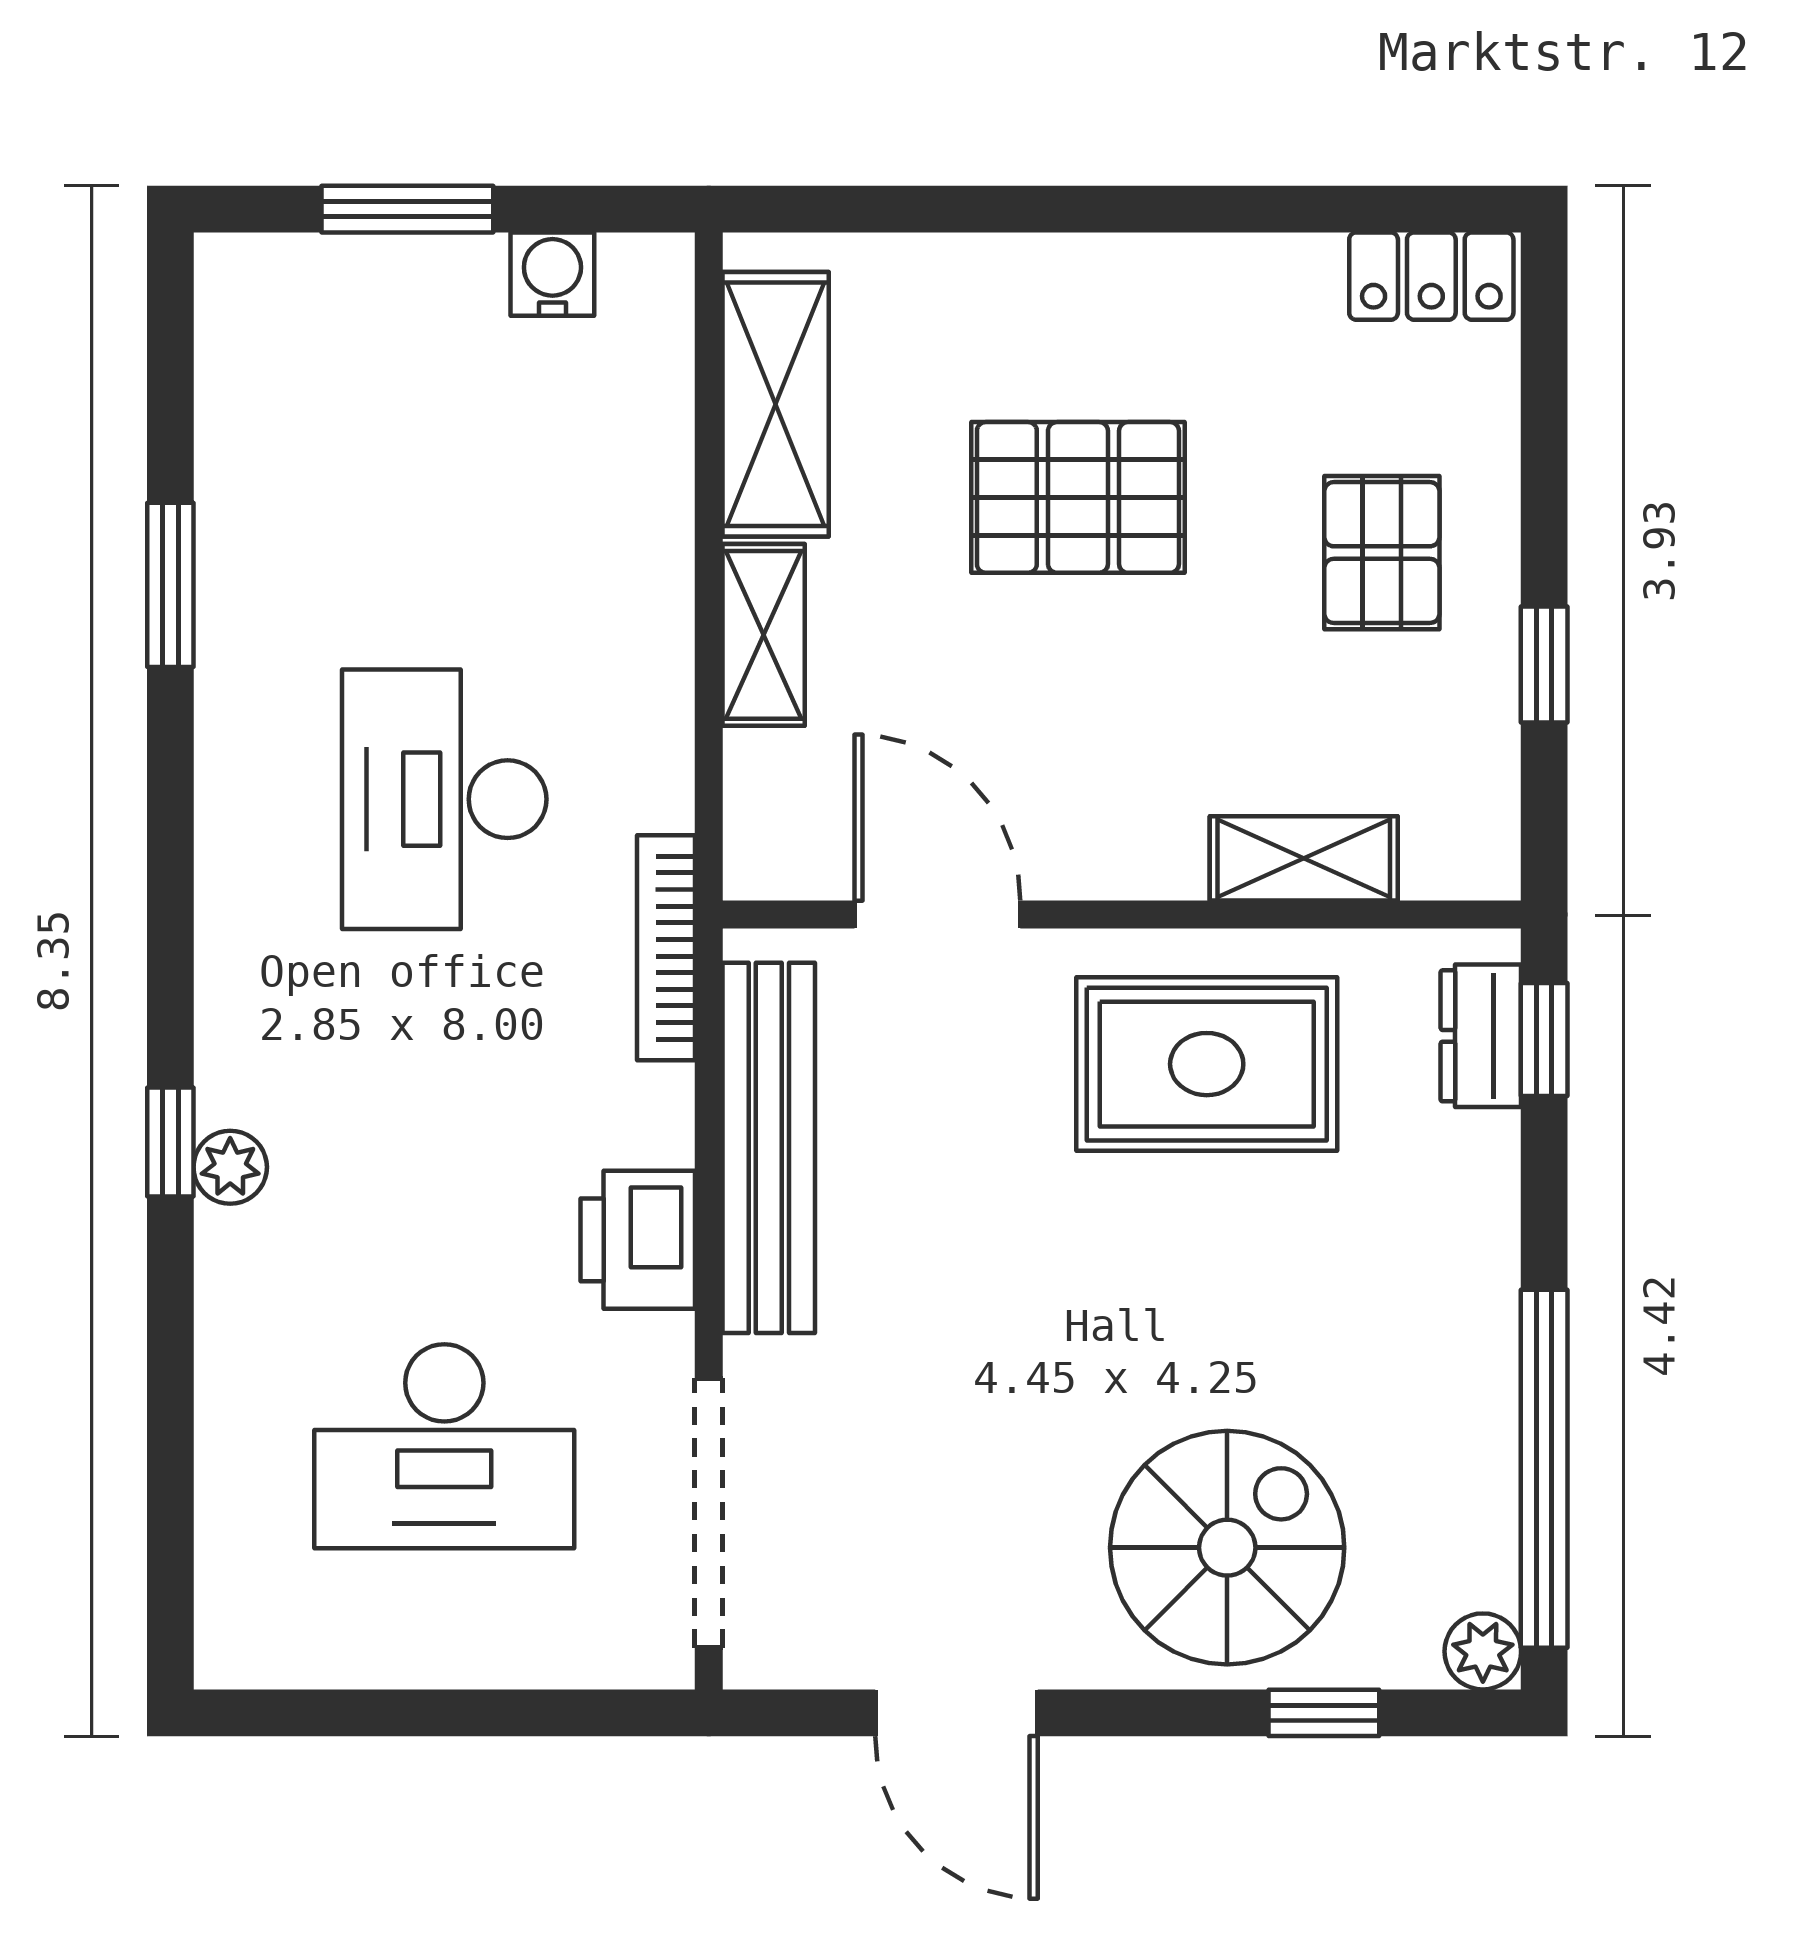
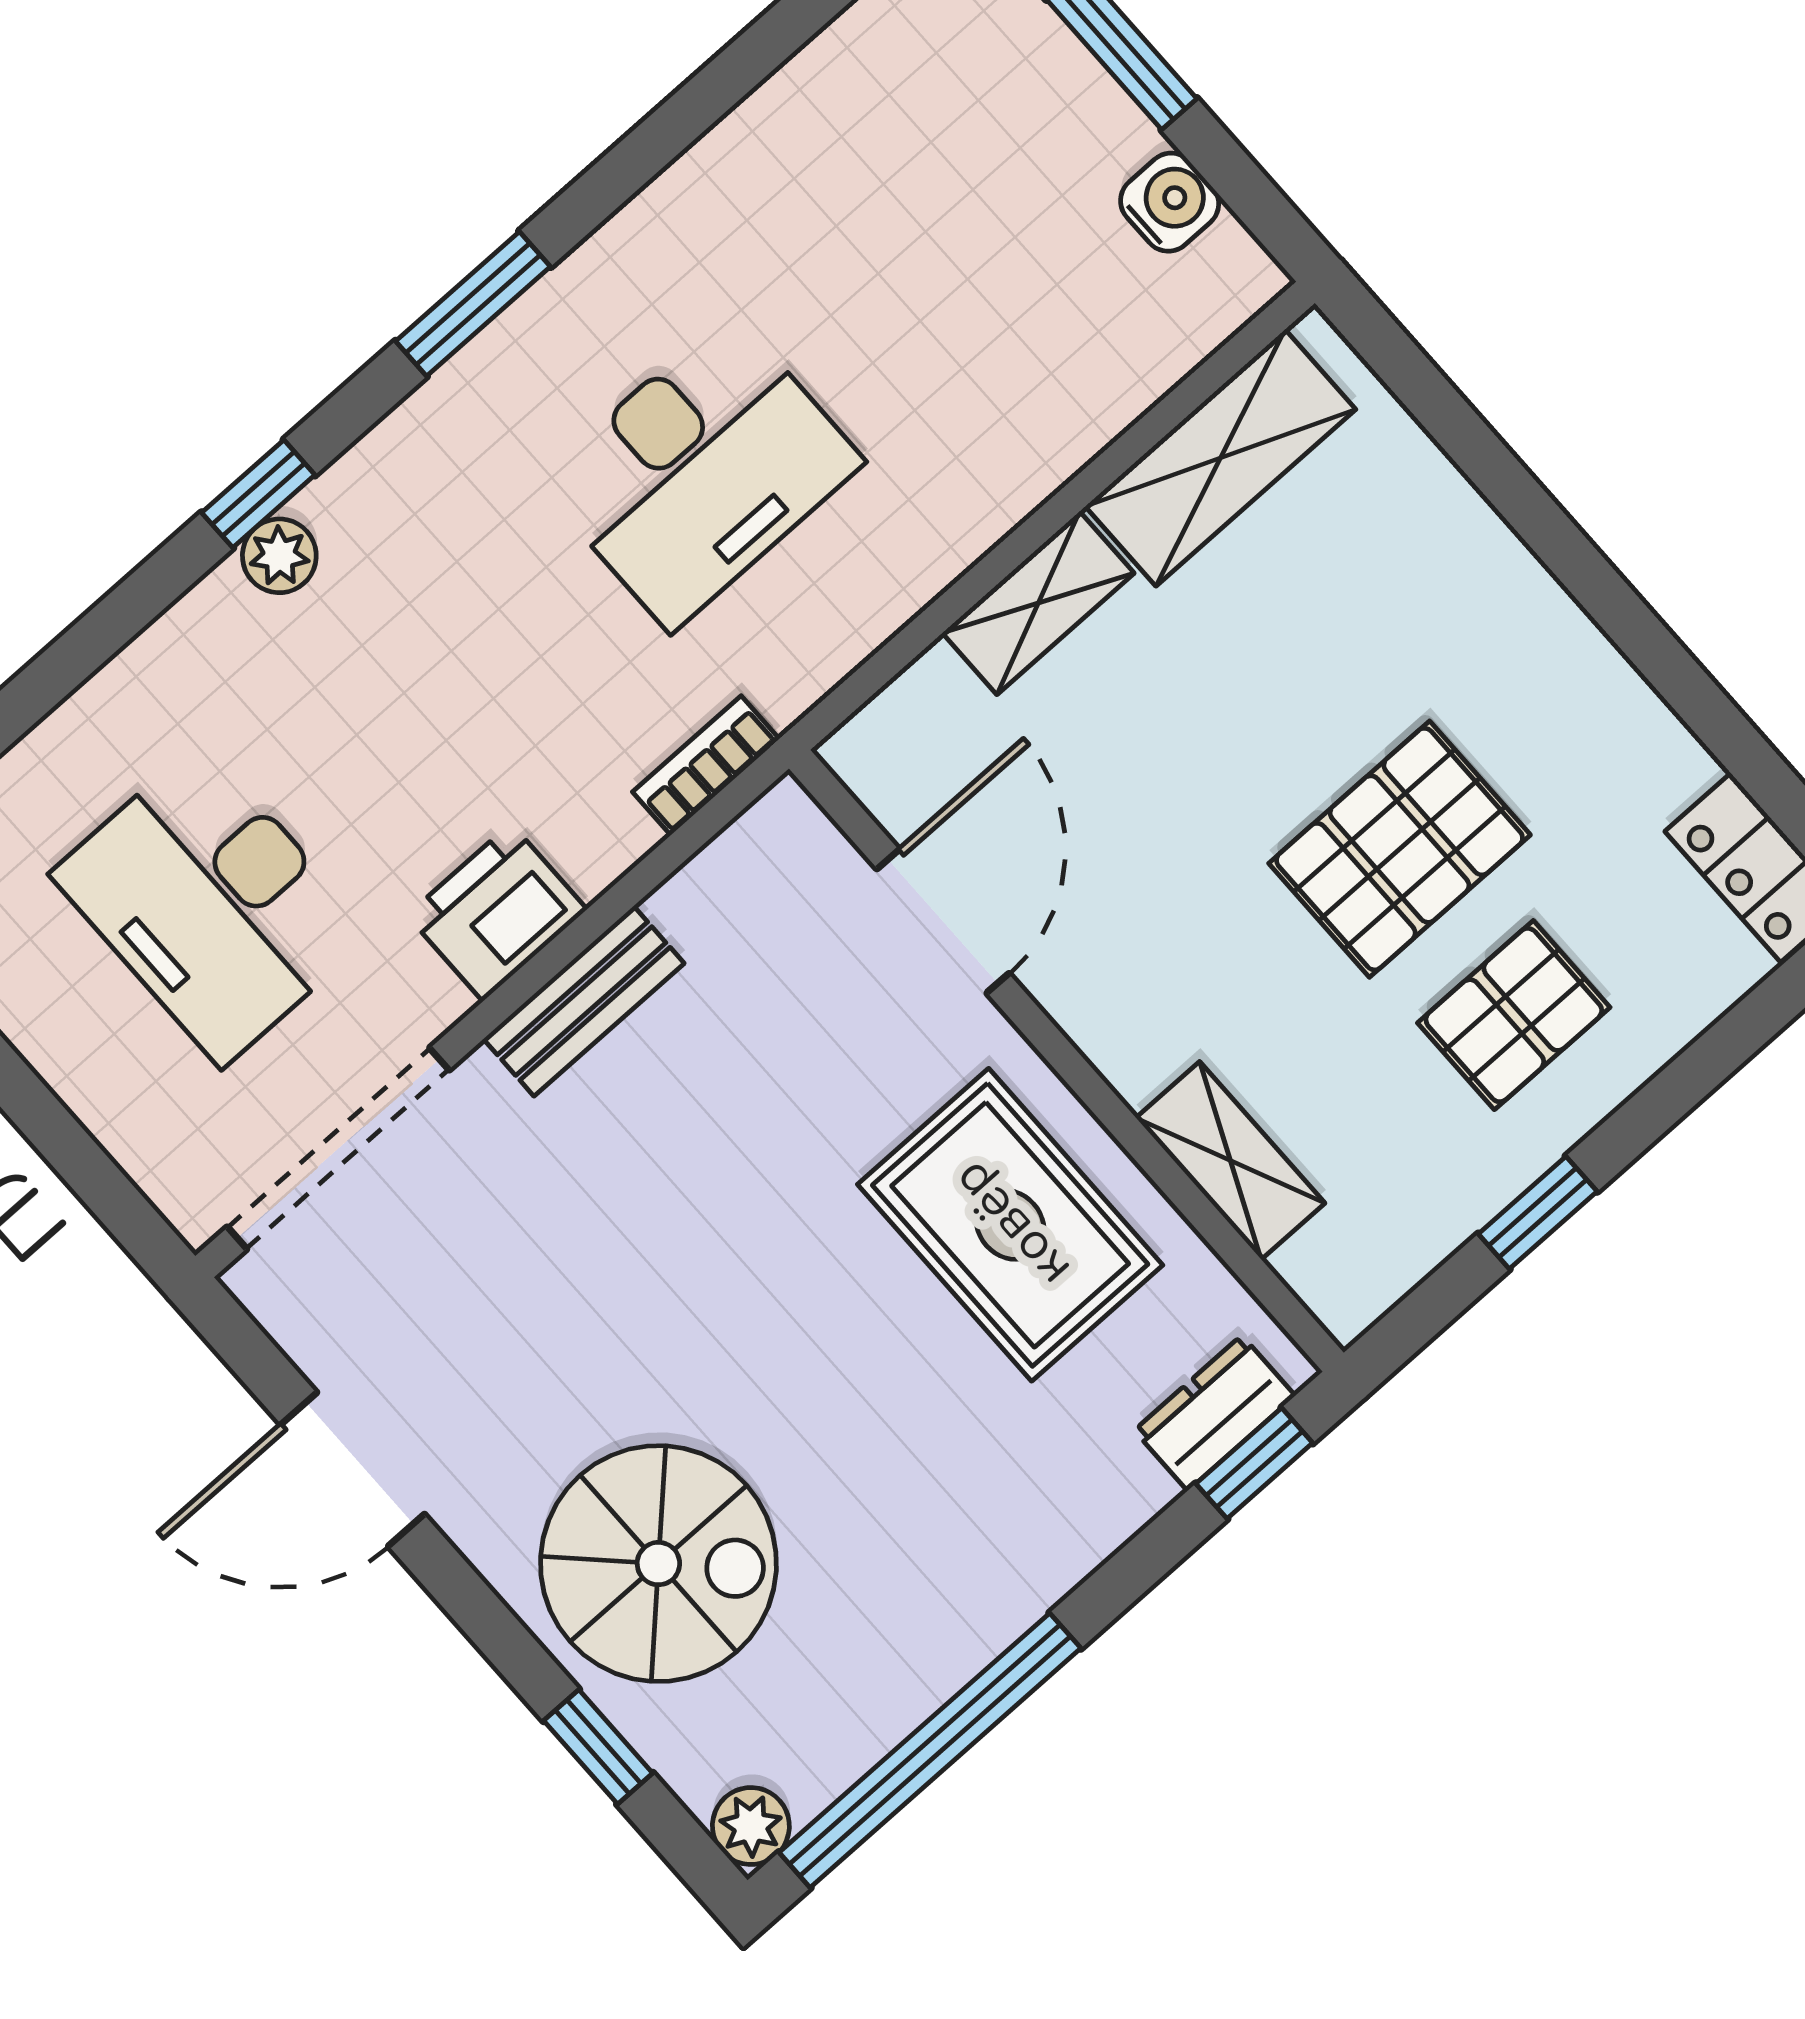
pallet: (1078, 497) -> (1400, 849), moved, turned 90
window: (170, 585) -> (473, 304), moved
desk: (444, 799) -> (701, 472), turned 180
bookcase: (666, 948) -> (706, 765), width x0.64
bench: (769, 1148) -> (584, 1001), width x0.54, depth x0.82
door: (956, 1713) -> (353, 1469), hinge flipped

